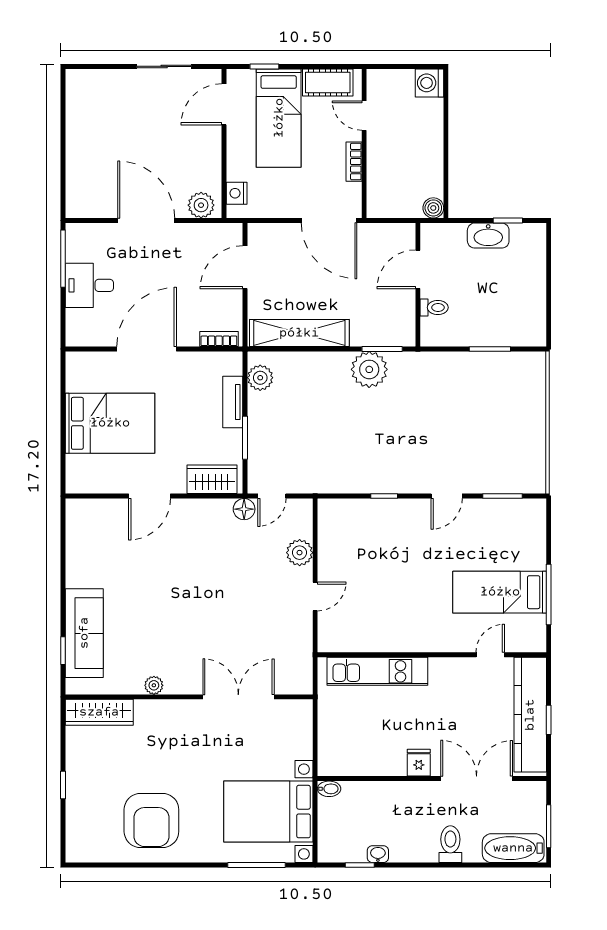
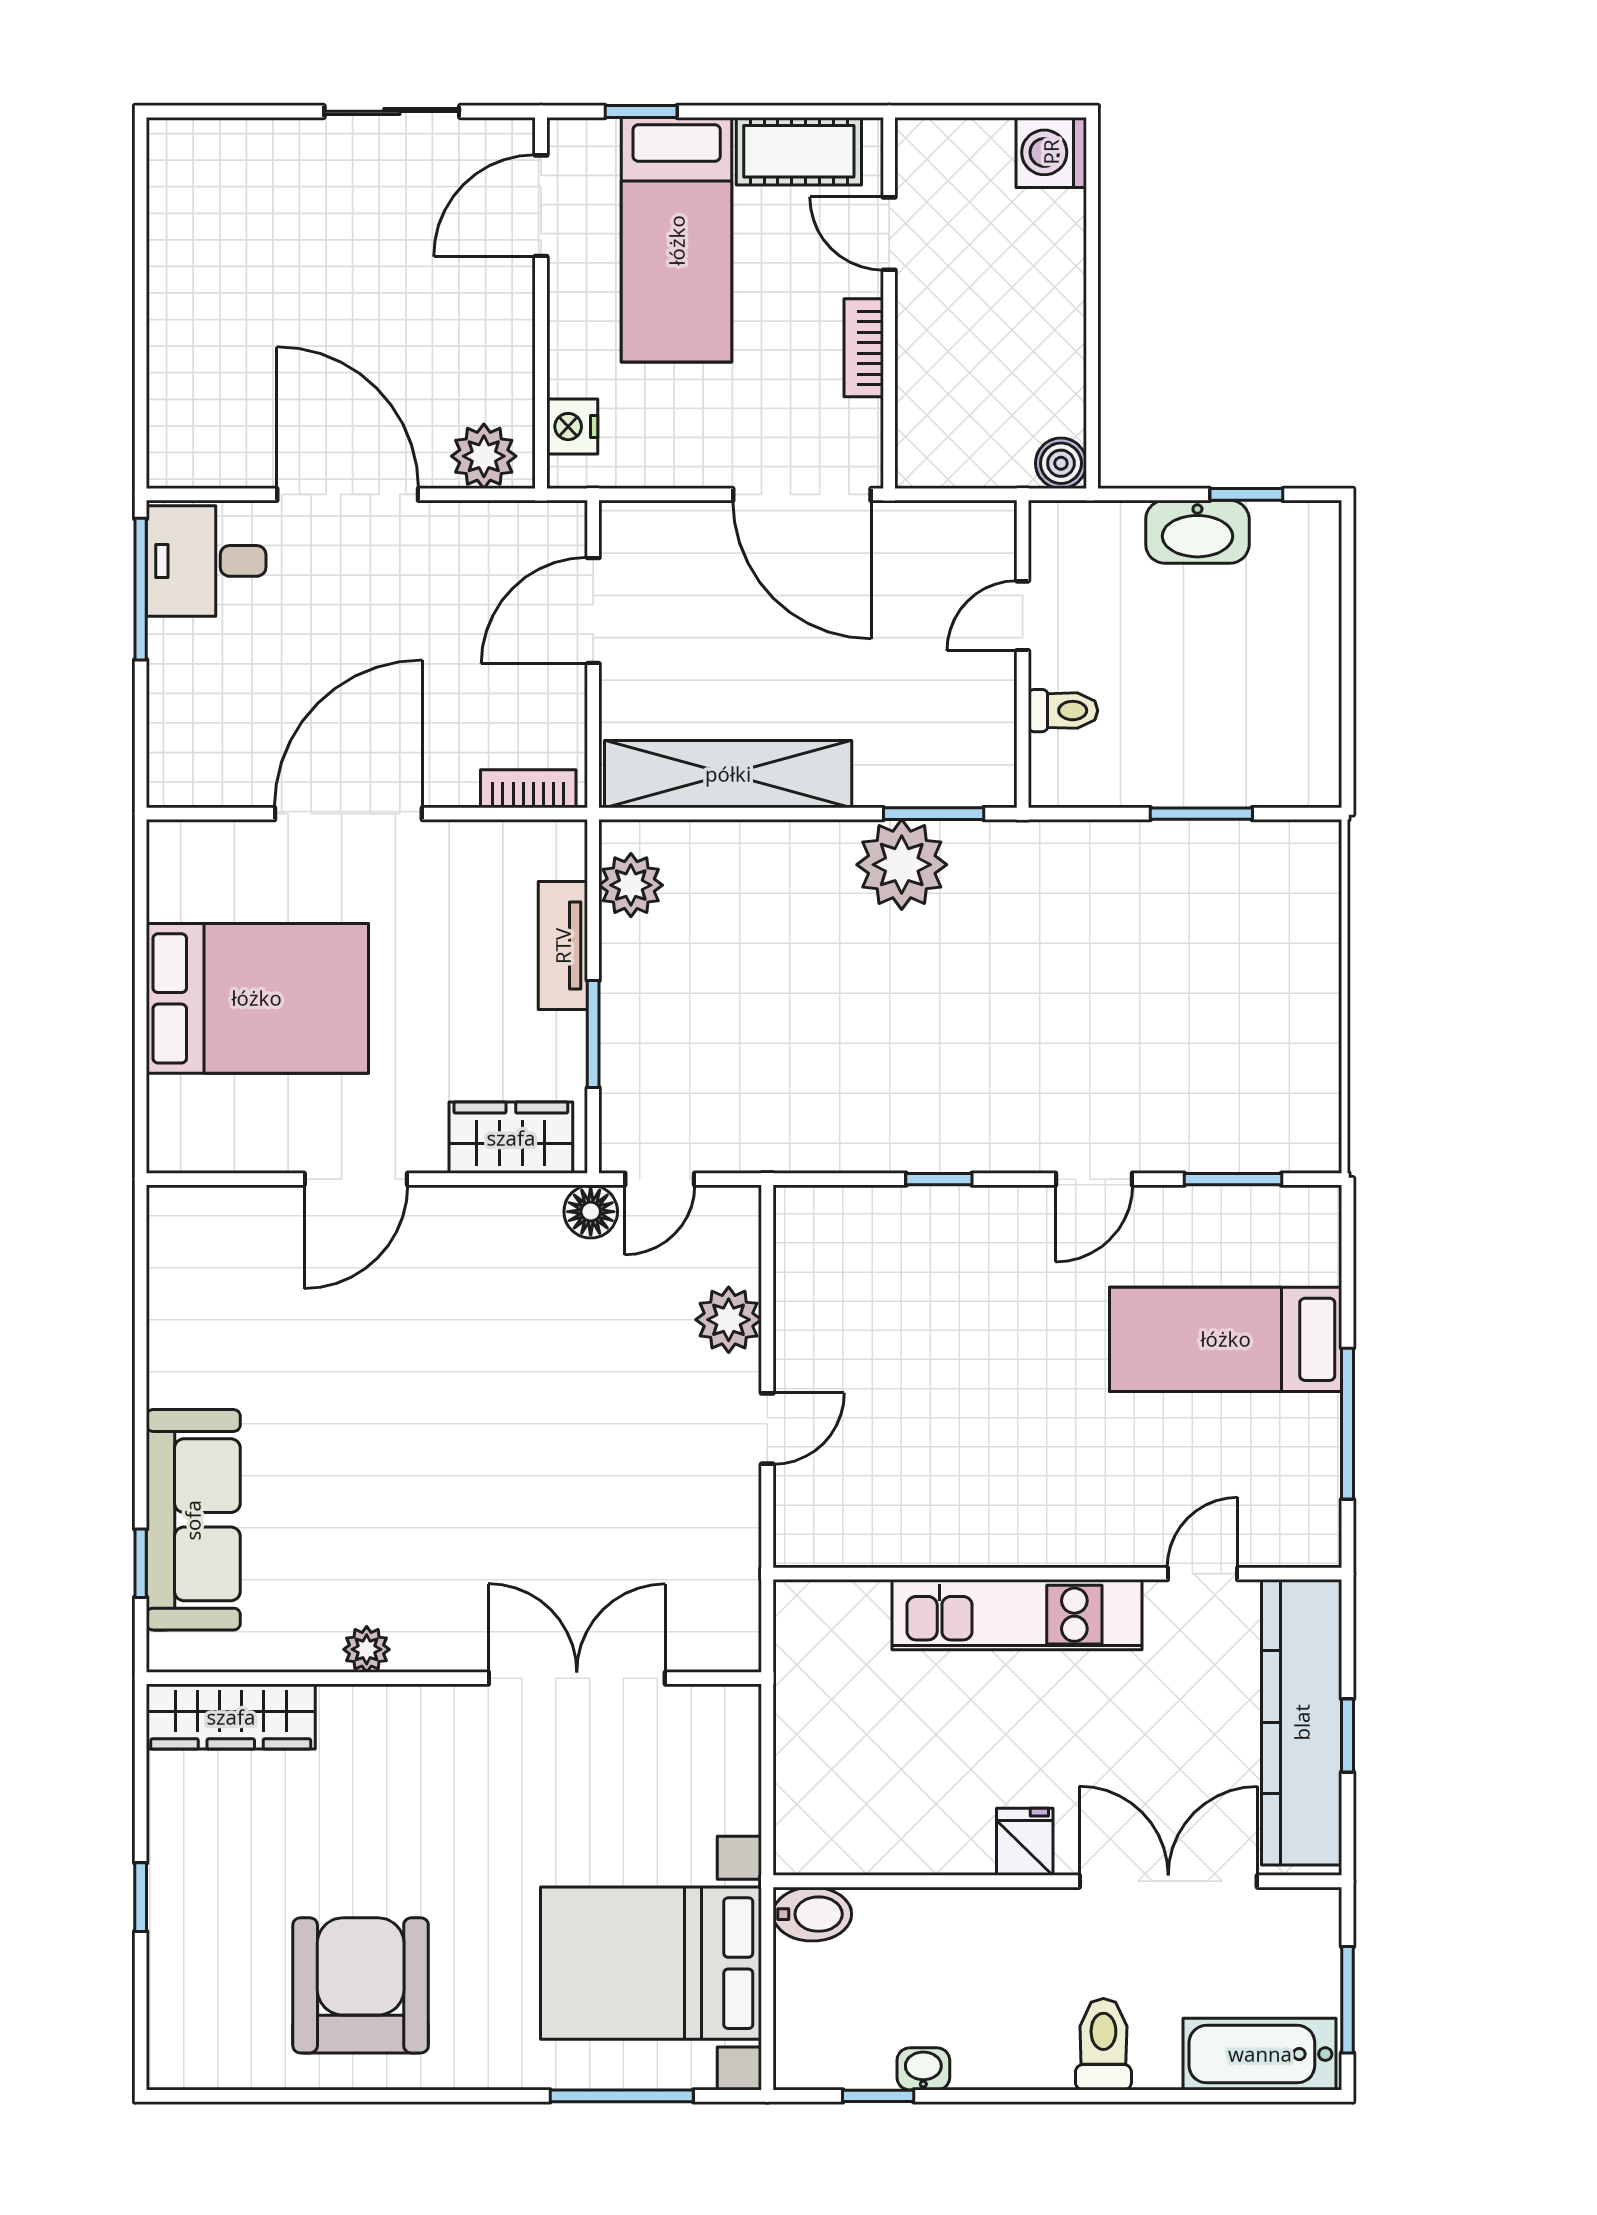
door: (418, 269) -> (1023, 616), width x0.73
desk: (89, 285) -> (206, 561), moved
bed: (500, 592) -> (1226, 1339), moved
kitchen unit: (377, 671) -> (1017, 1615), moved
bidet: (329, 789) -> (812, 1914), width x1.38, depth x1.36
armchair: (151, 820) -> (361, 1985), turned 180

